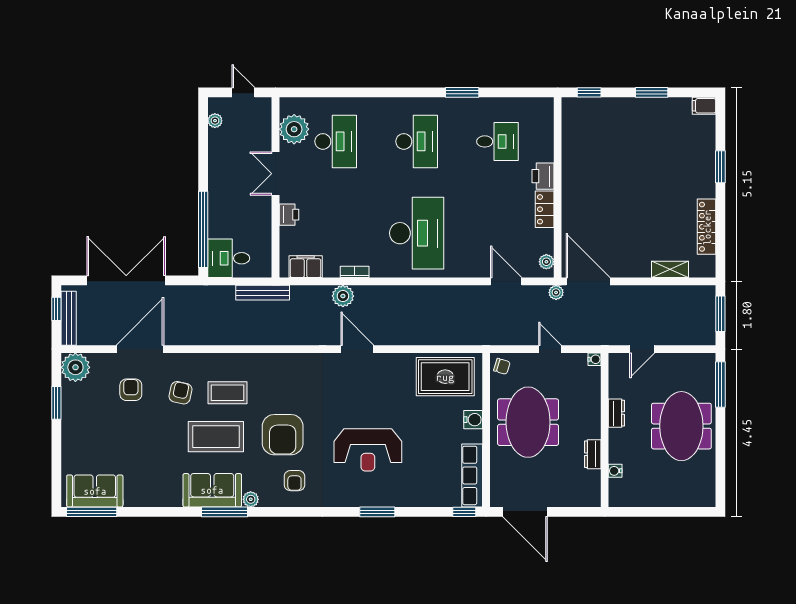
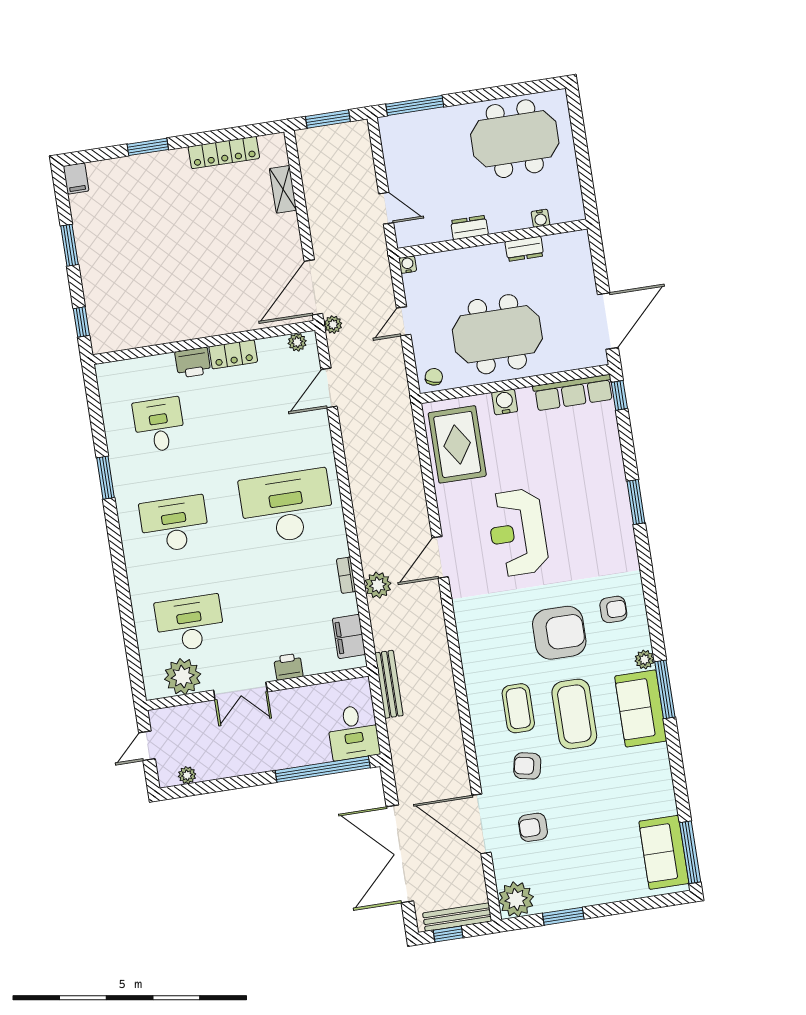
meeting table: (681, 426) -> (515, 139), moved
reception desk: (368, 450) -> (518, 532), moved, turned 180

